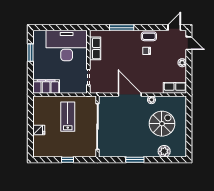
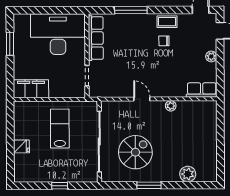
row of seats: (95, 48) -> (96, 38), width x1.48
door: (130, 95) -> (142, 99), width x0.53
spiral stairs: (162, 124) -> (135, 152), moved

